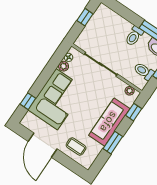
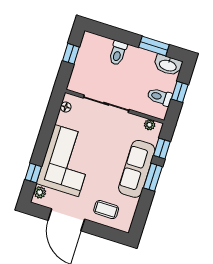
toilet: (134, 36) -> (118, 53), moved
plant: (63, 66) -> (40, 192), moved
window: (113, 143) -> (153, 177), moved

